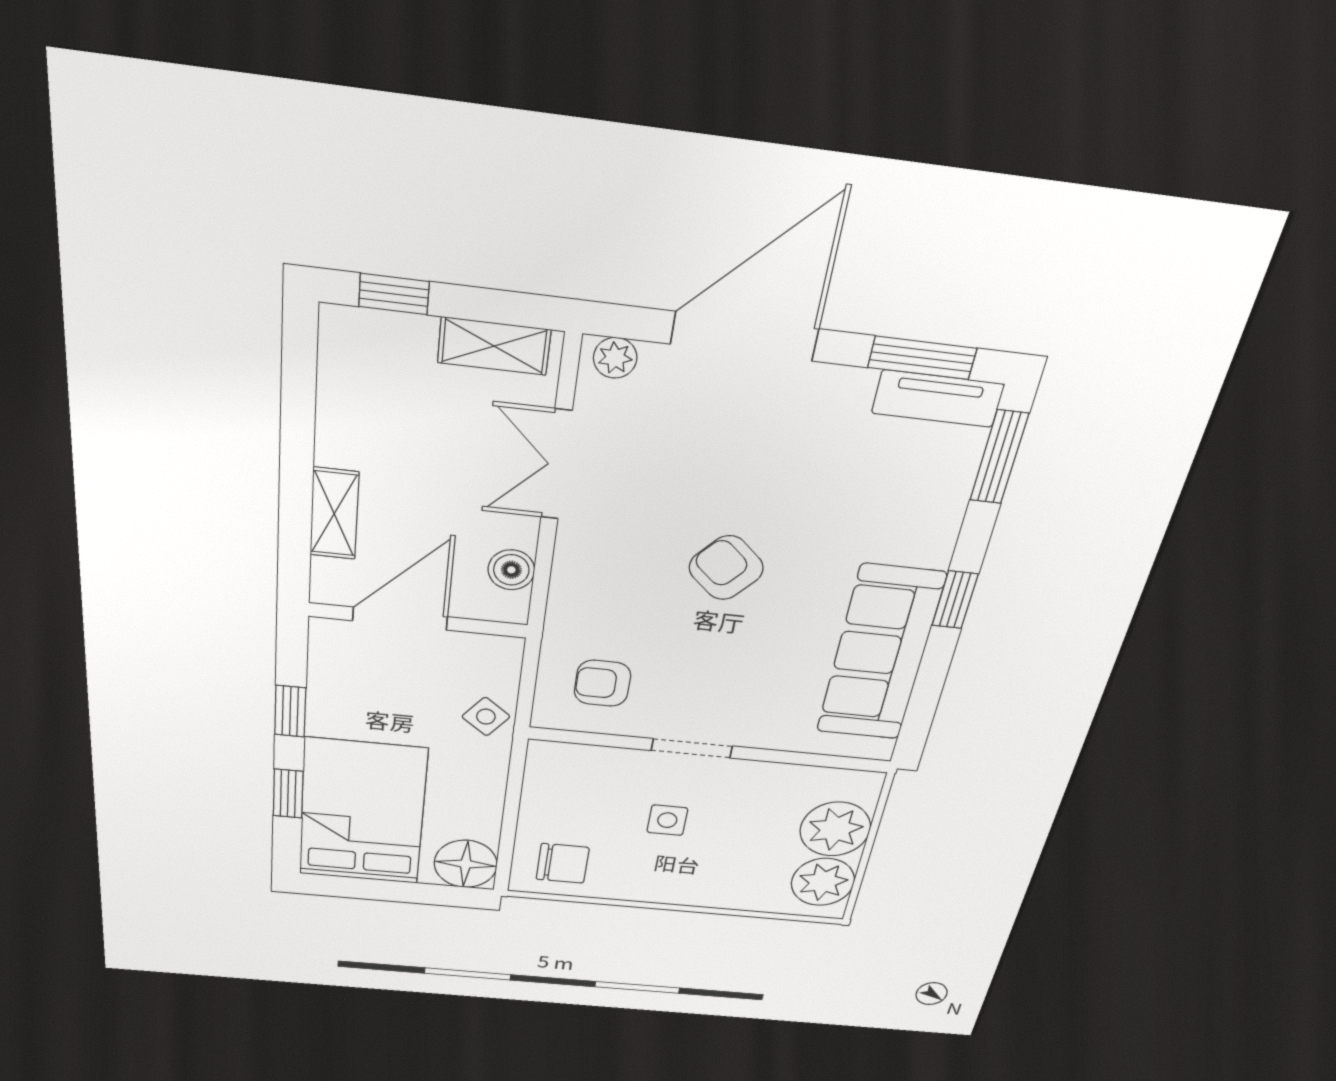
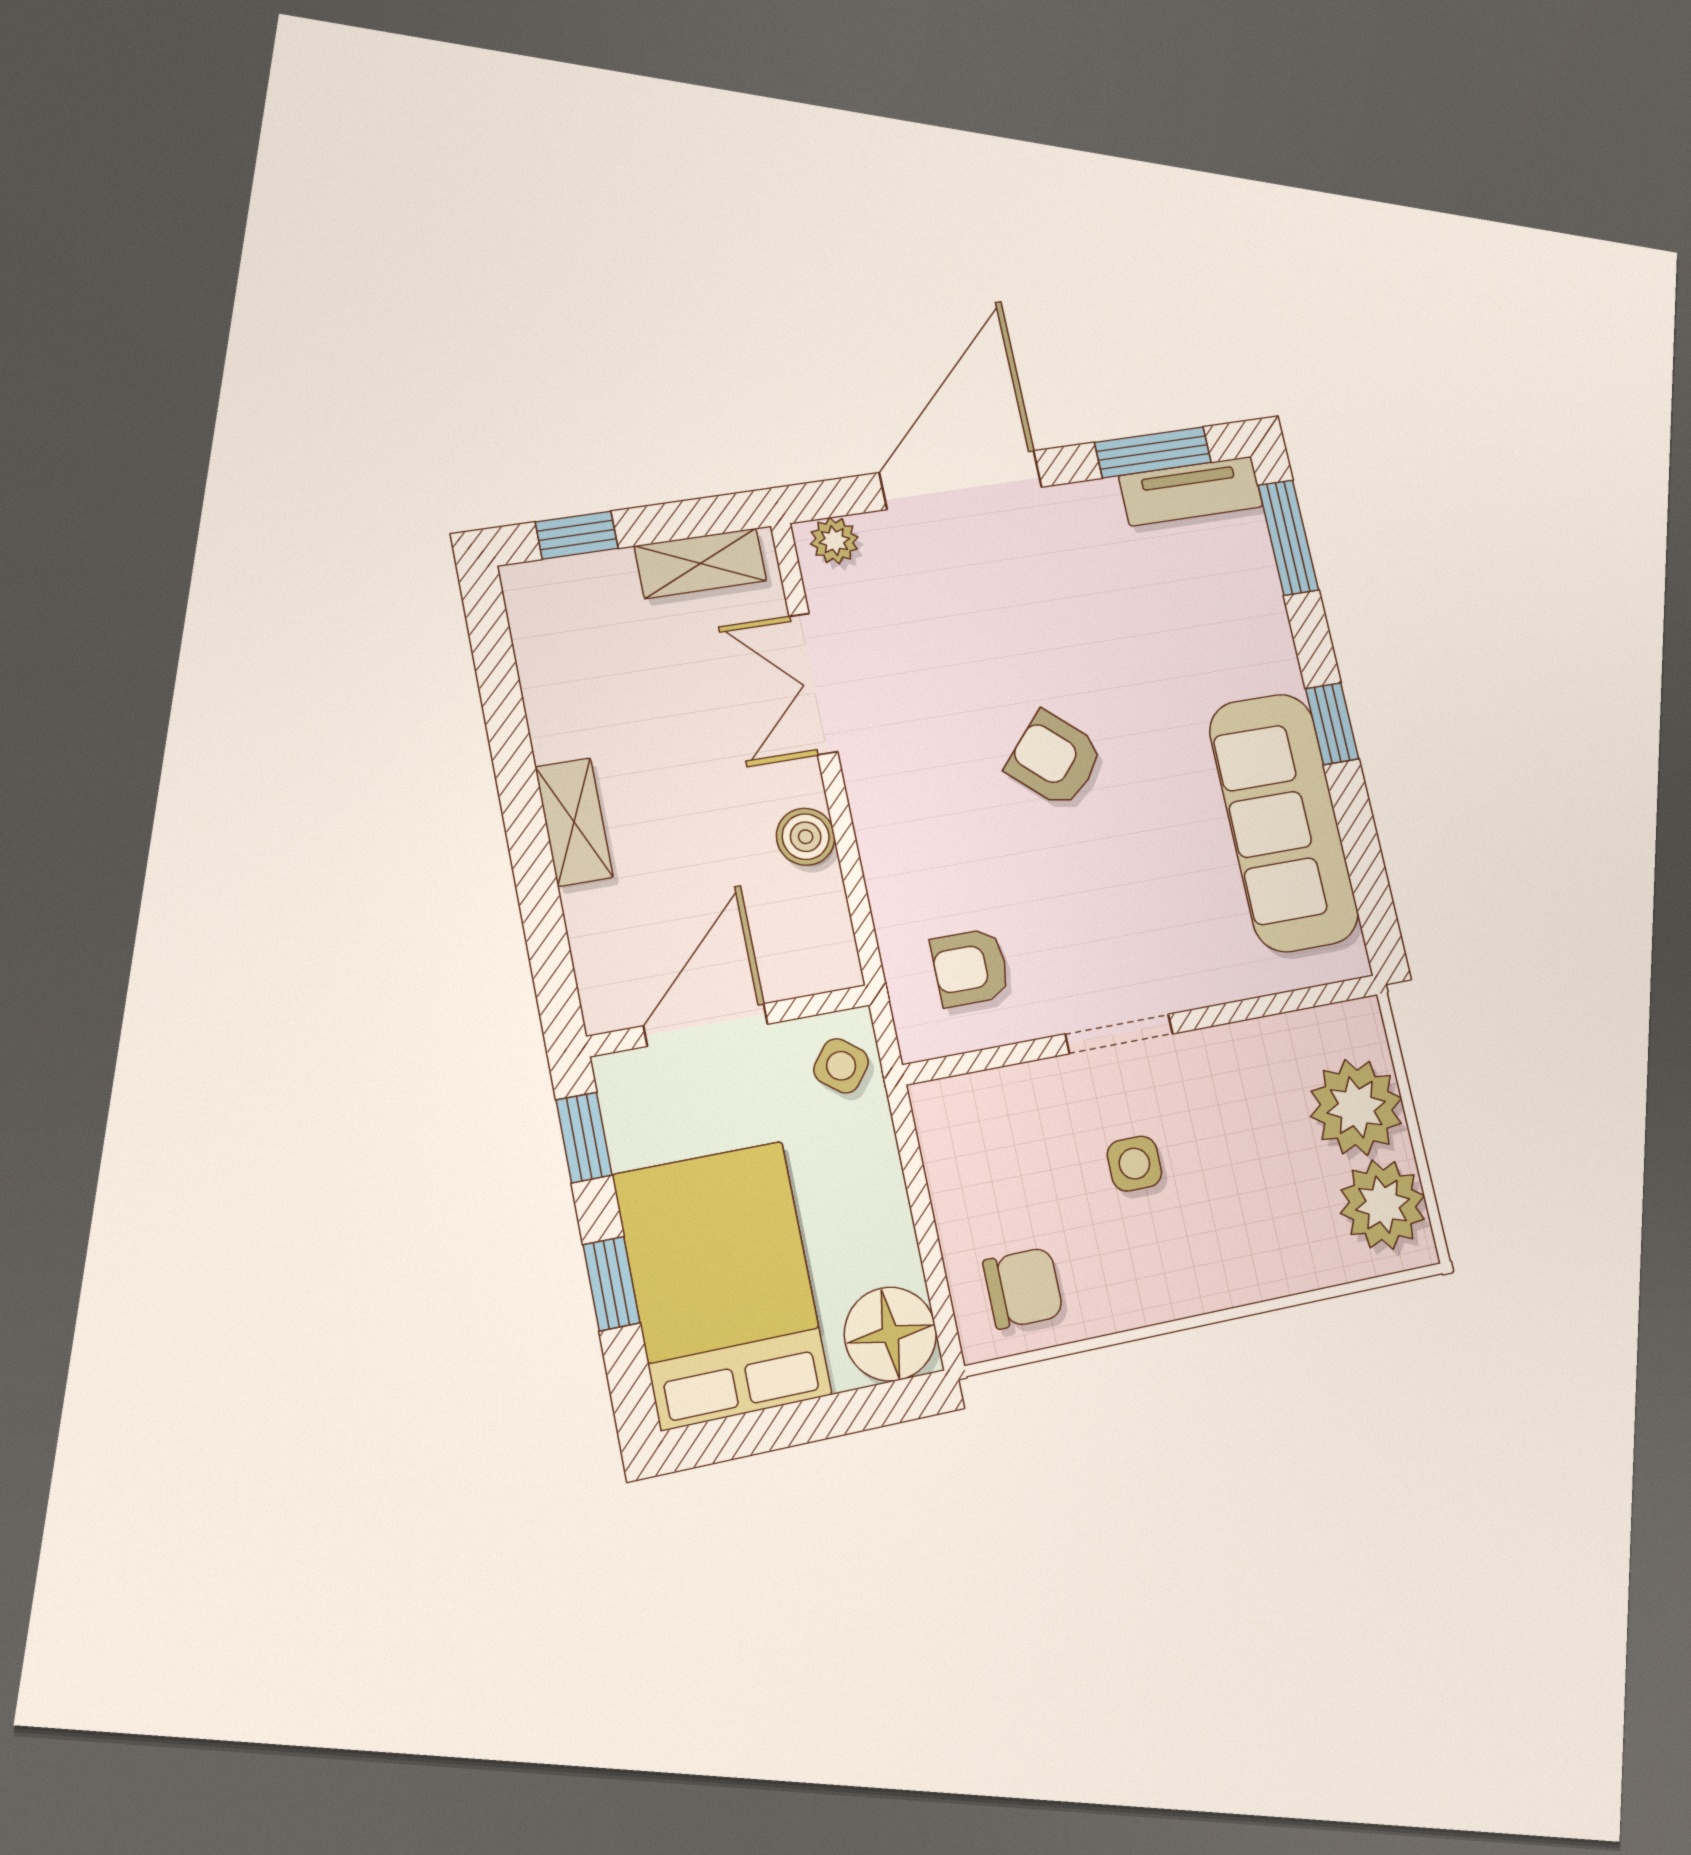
door: (400, 619) -> (706, 1025), moved
wall: (418, 621) -> (729, 1021), moved

